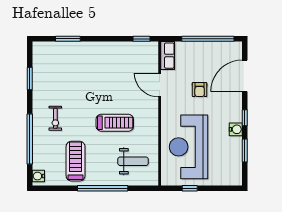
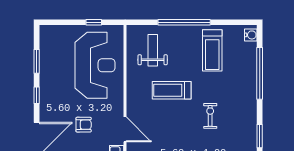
armchair: (200, 90) -> (84, 125), turned 90
exercise bike: (55, 118) -> (210, 116), moved
water cooler: (236, 129) -> (46, 83), removed
weight bench: (133, 161) -> (153, 50), turned 90

